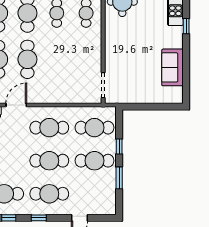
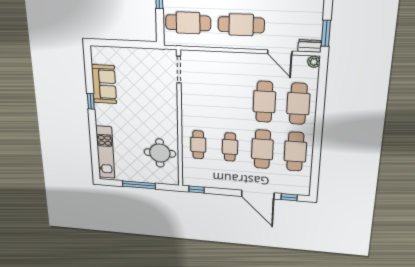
window: (186, 26) -> (91, 101), moved
door: (16, 105) -> (280, 52), hinge flipped

